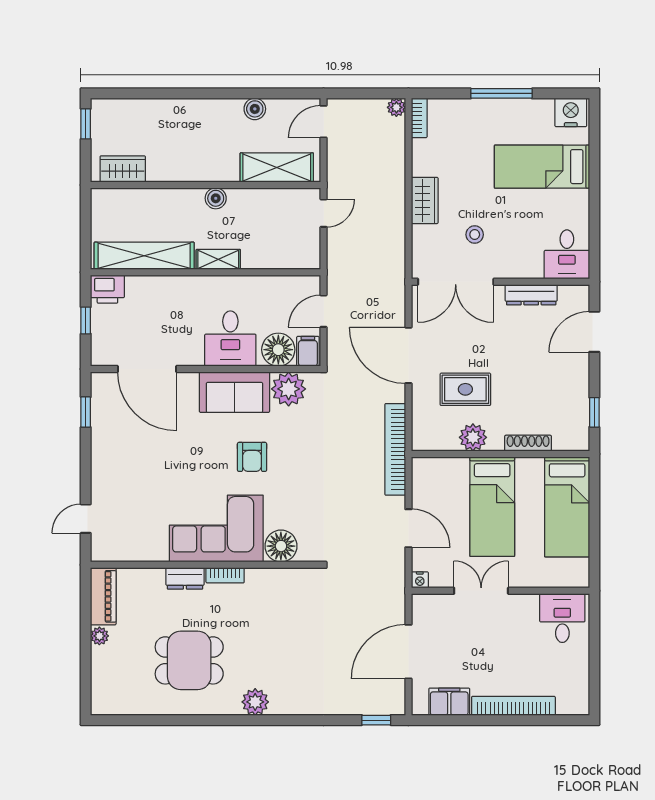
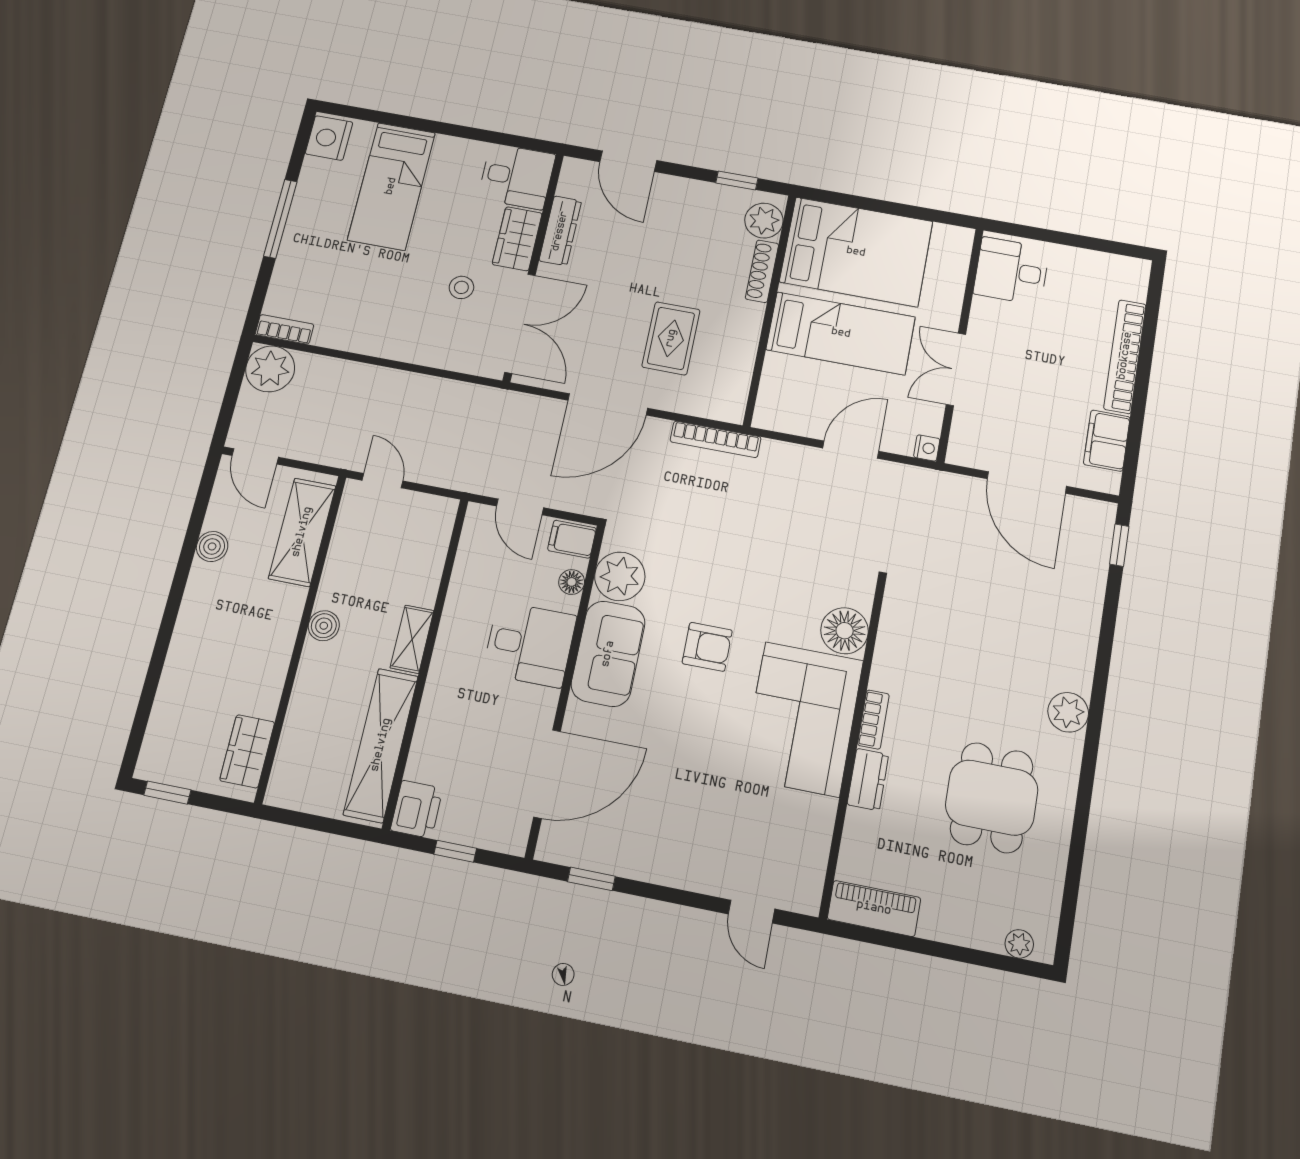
plant: (396, 107) -> (270, 369), width x1.88, depth x1.88
wardrobe: (425, 200) -> (517, 239), moved, turned -90
floor lamp: (278, 350) -> (572, 582), width x0.53, depth x0.53
plant: (473, 437) -> (764, 221), moved
bookcase: (395, 449) -> (716, 439), width x0.68, depth x0.76
bed: (567, 507) -> (856, 252), width x1.50
plant: (99, 636) -> (1019, 944), moved

